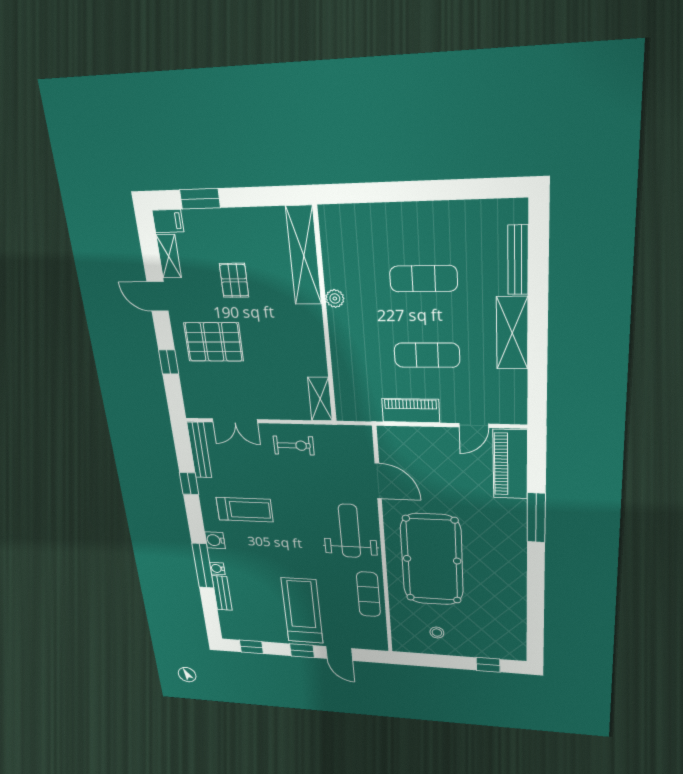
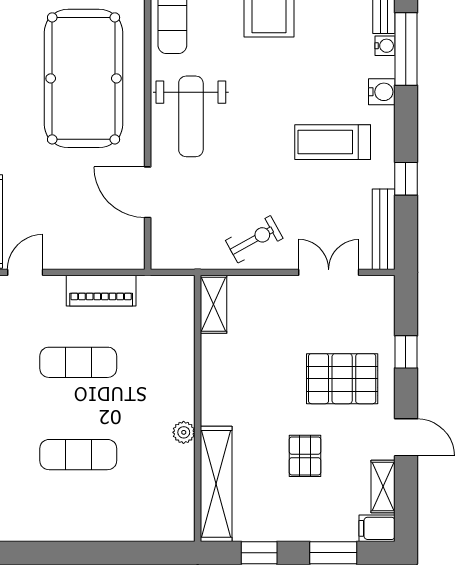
window: (261, 196) -> (259, 553), added
exercise bike: (294, 445) -> (254, 239), turned 151

